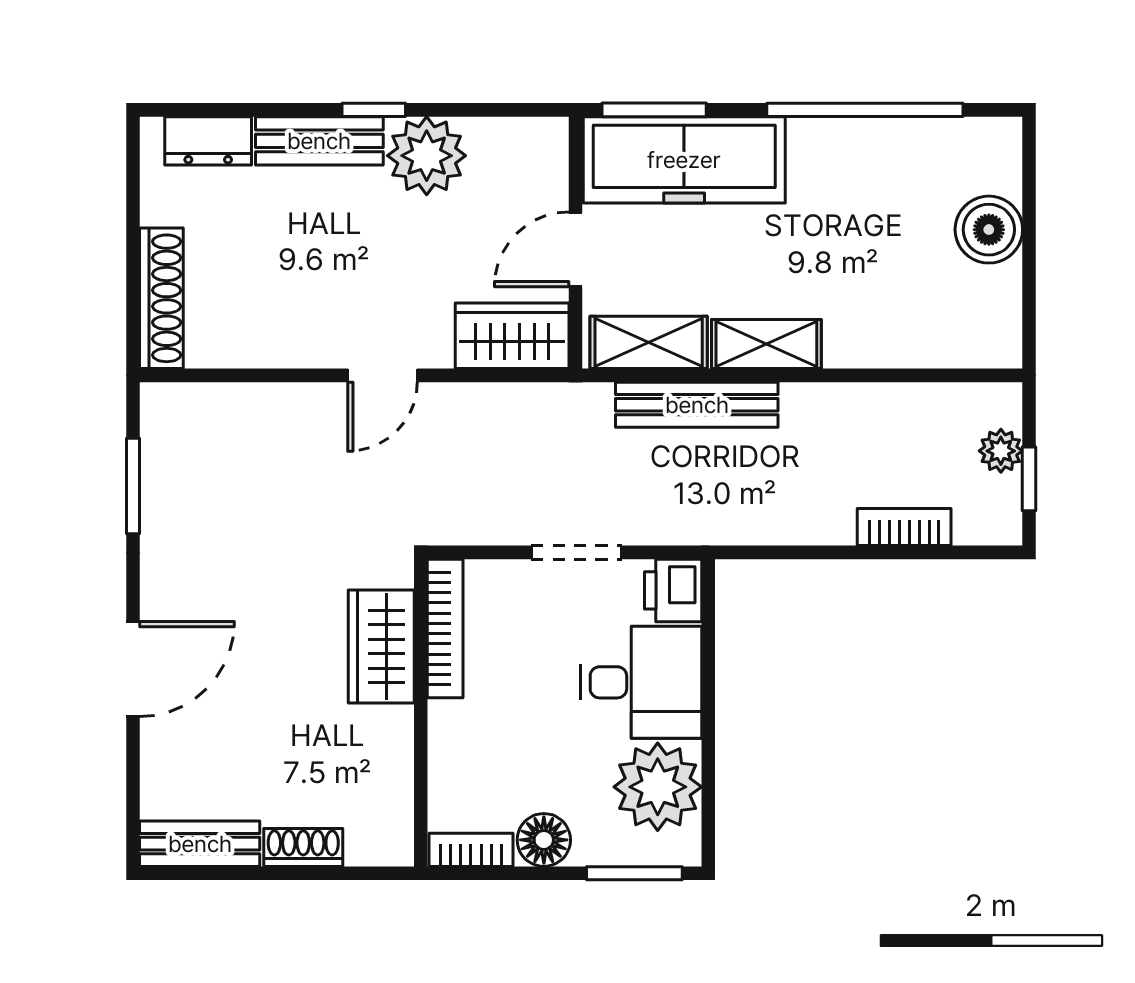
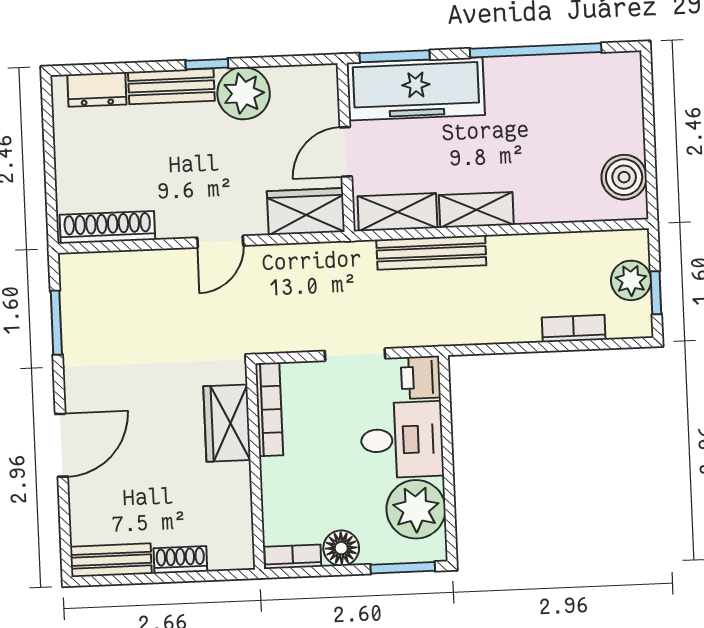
boiler: (989, 230) -> (624, 177), moved
shoe rack: (161, 298) -> (107, 227), moved, turned -90
plant: (1001, 451) -> (631, 280), width x1.38, depth x1.38

